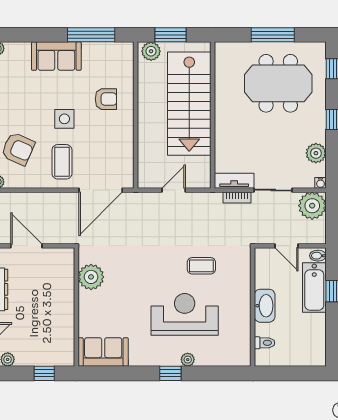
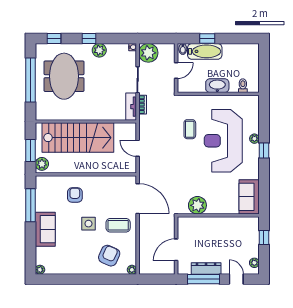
window: (273, 35) -> (31, 80), width x1.46
plant: (316, 153) -> (99, 50), moved
reception desk: (185, 314) -> (223, 141), width x1.36, depth x1.30

